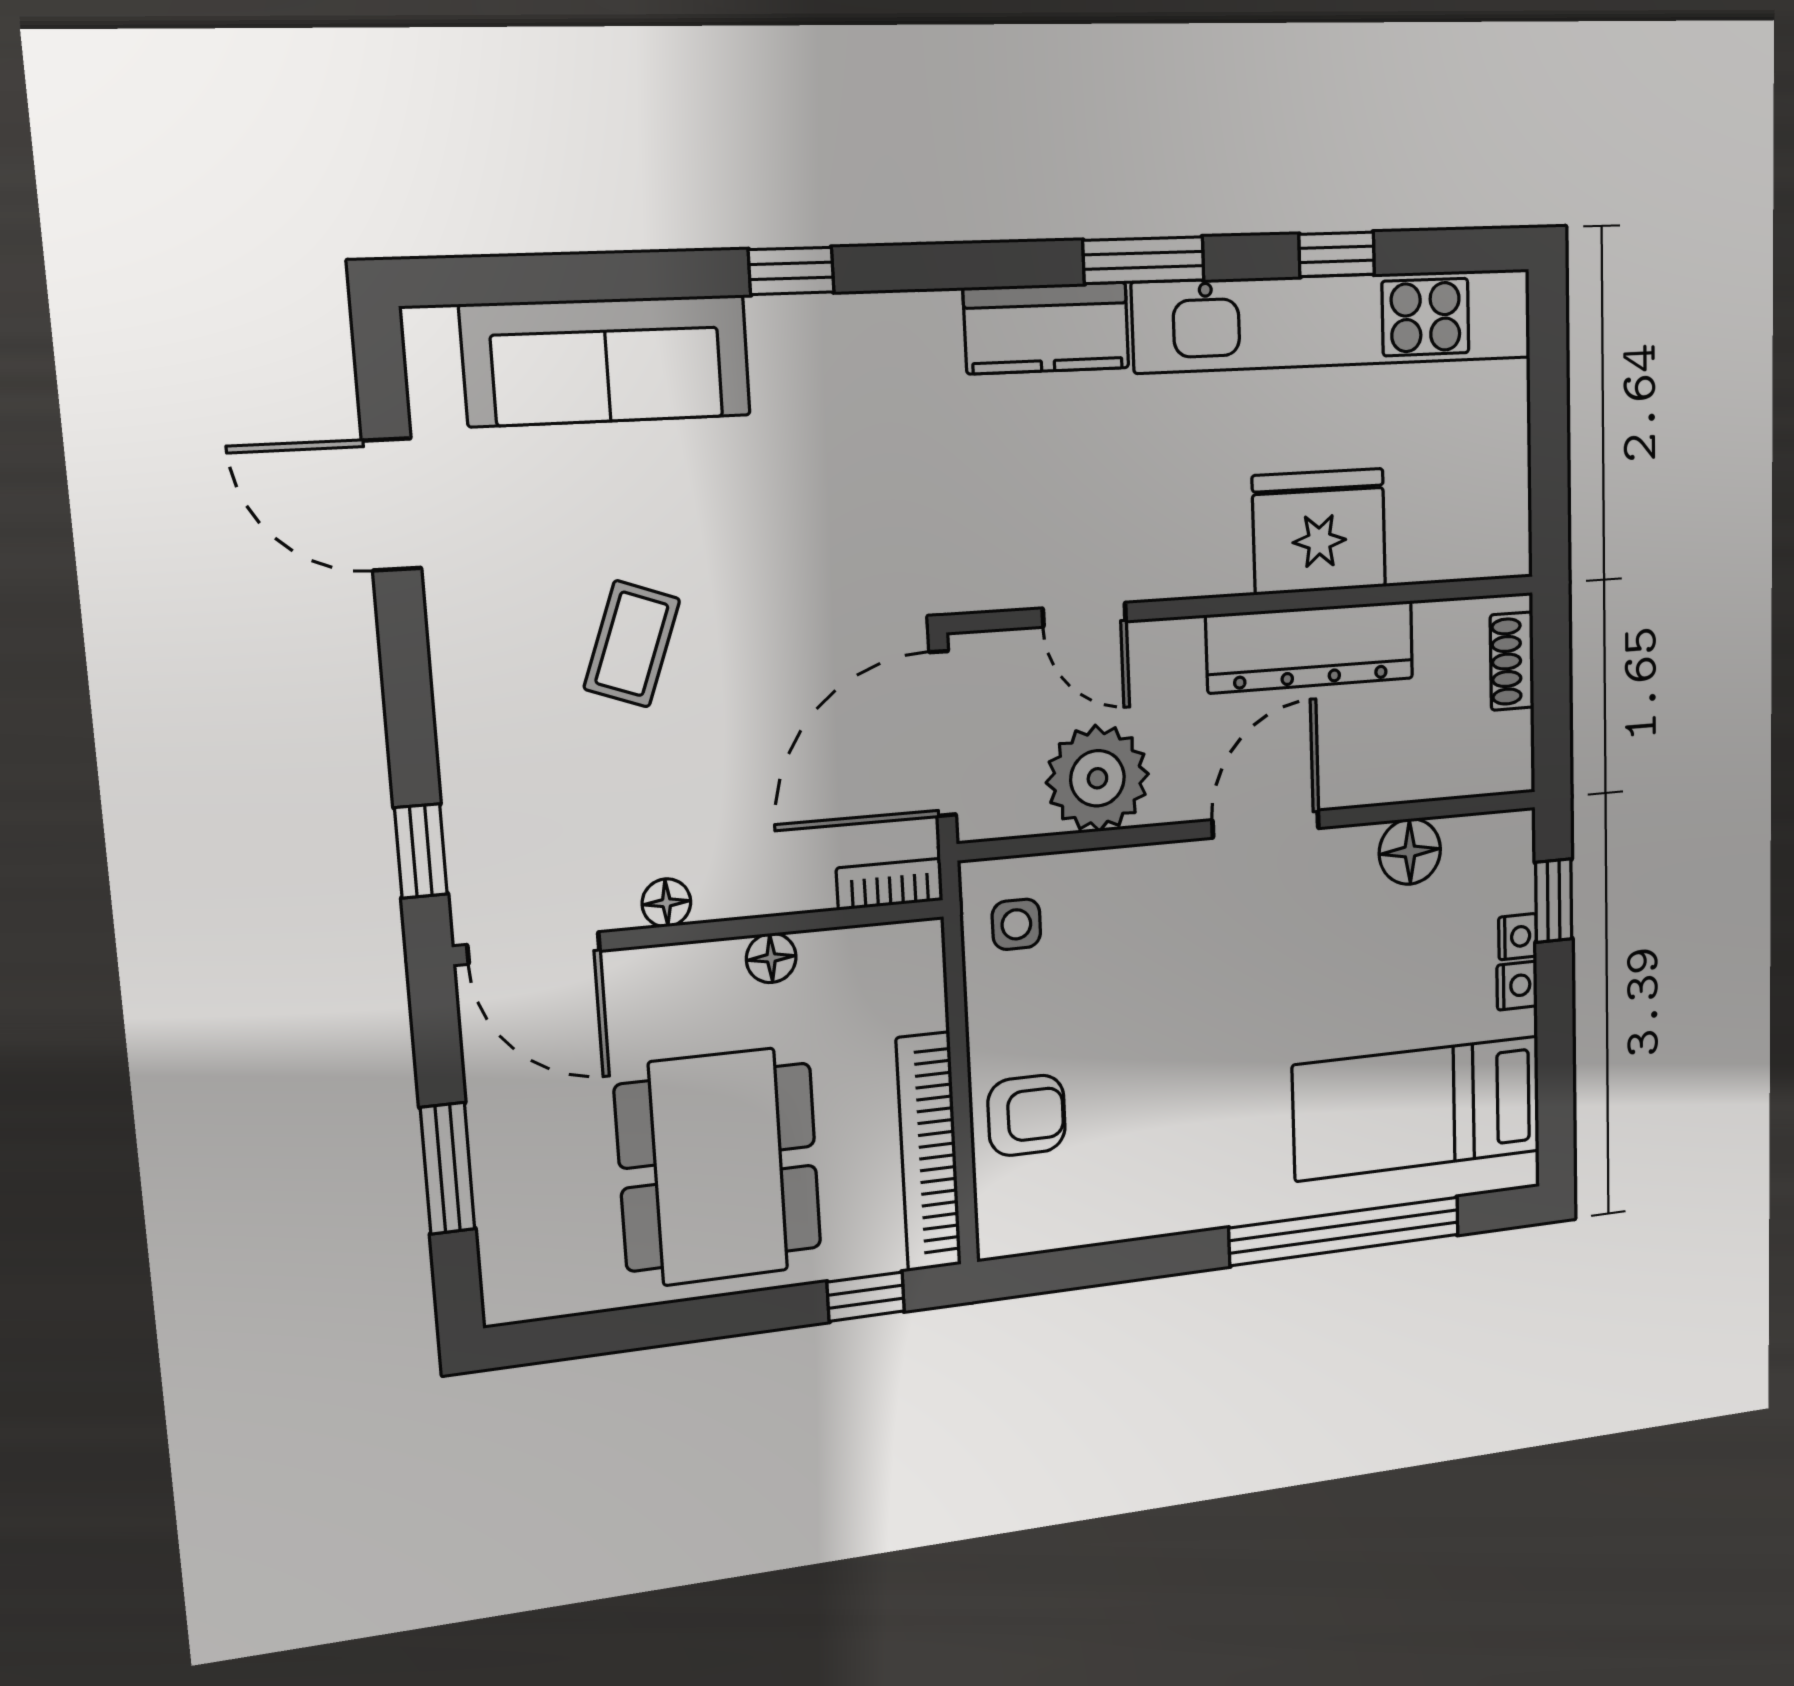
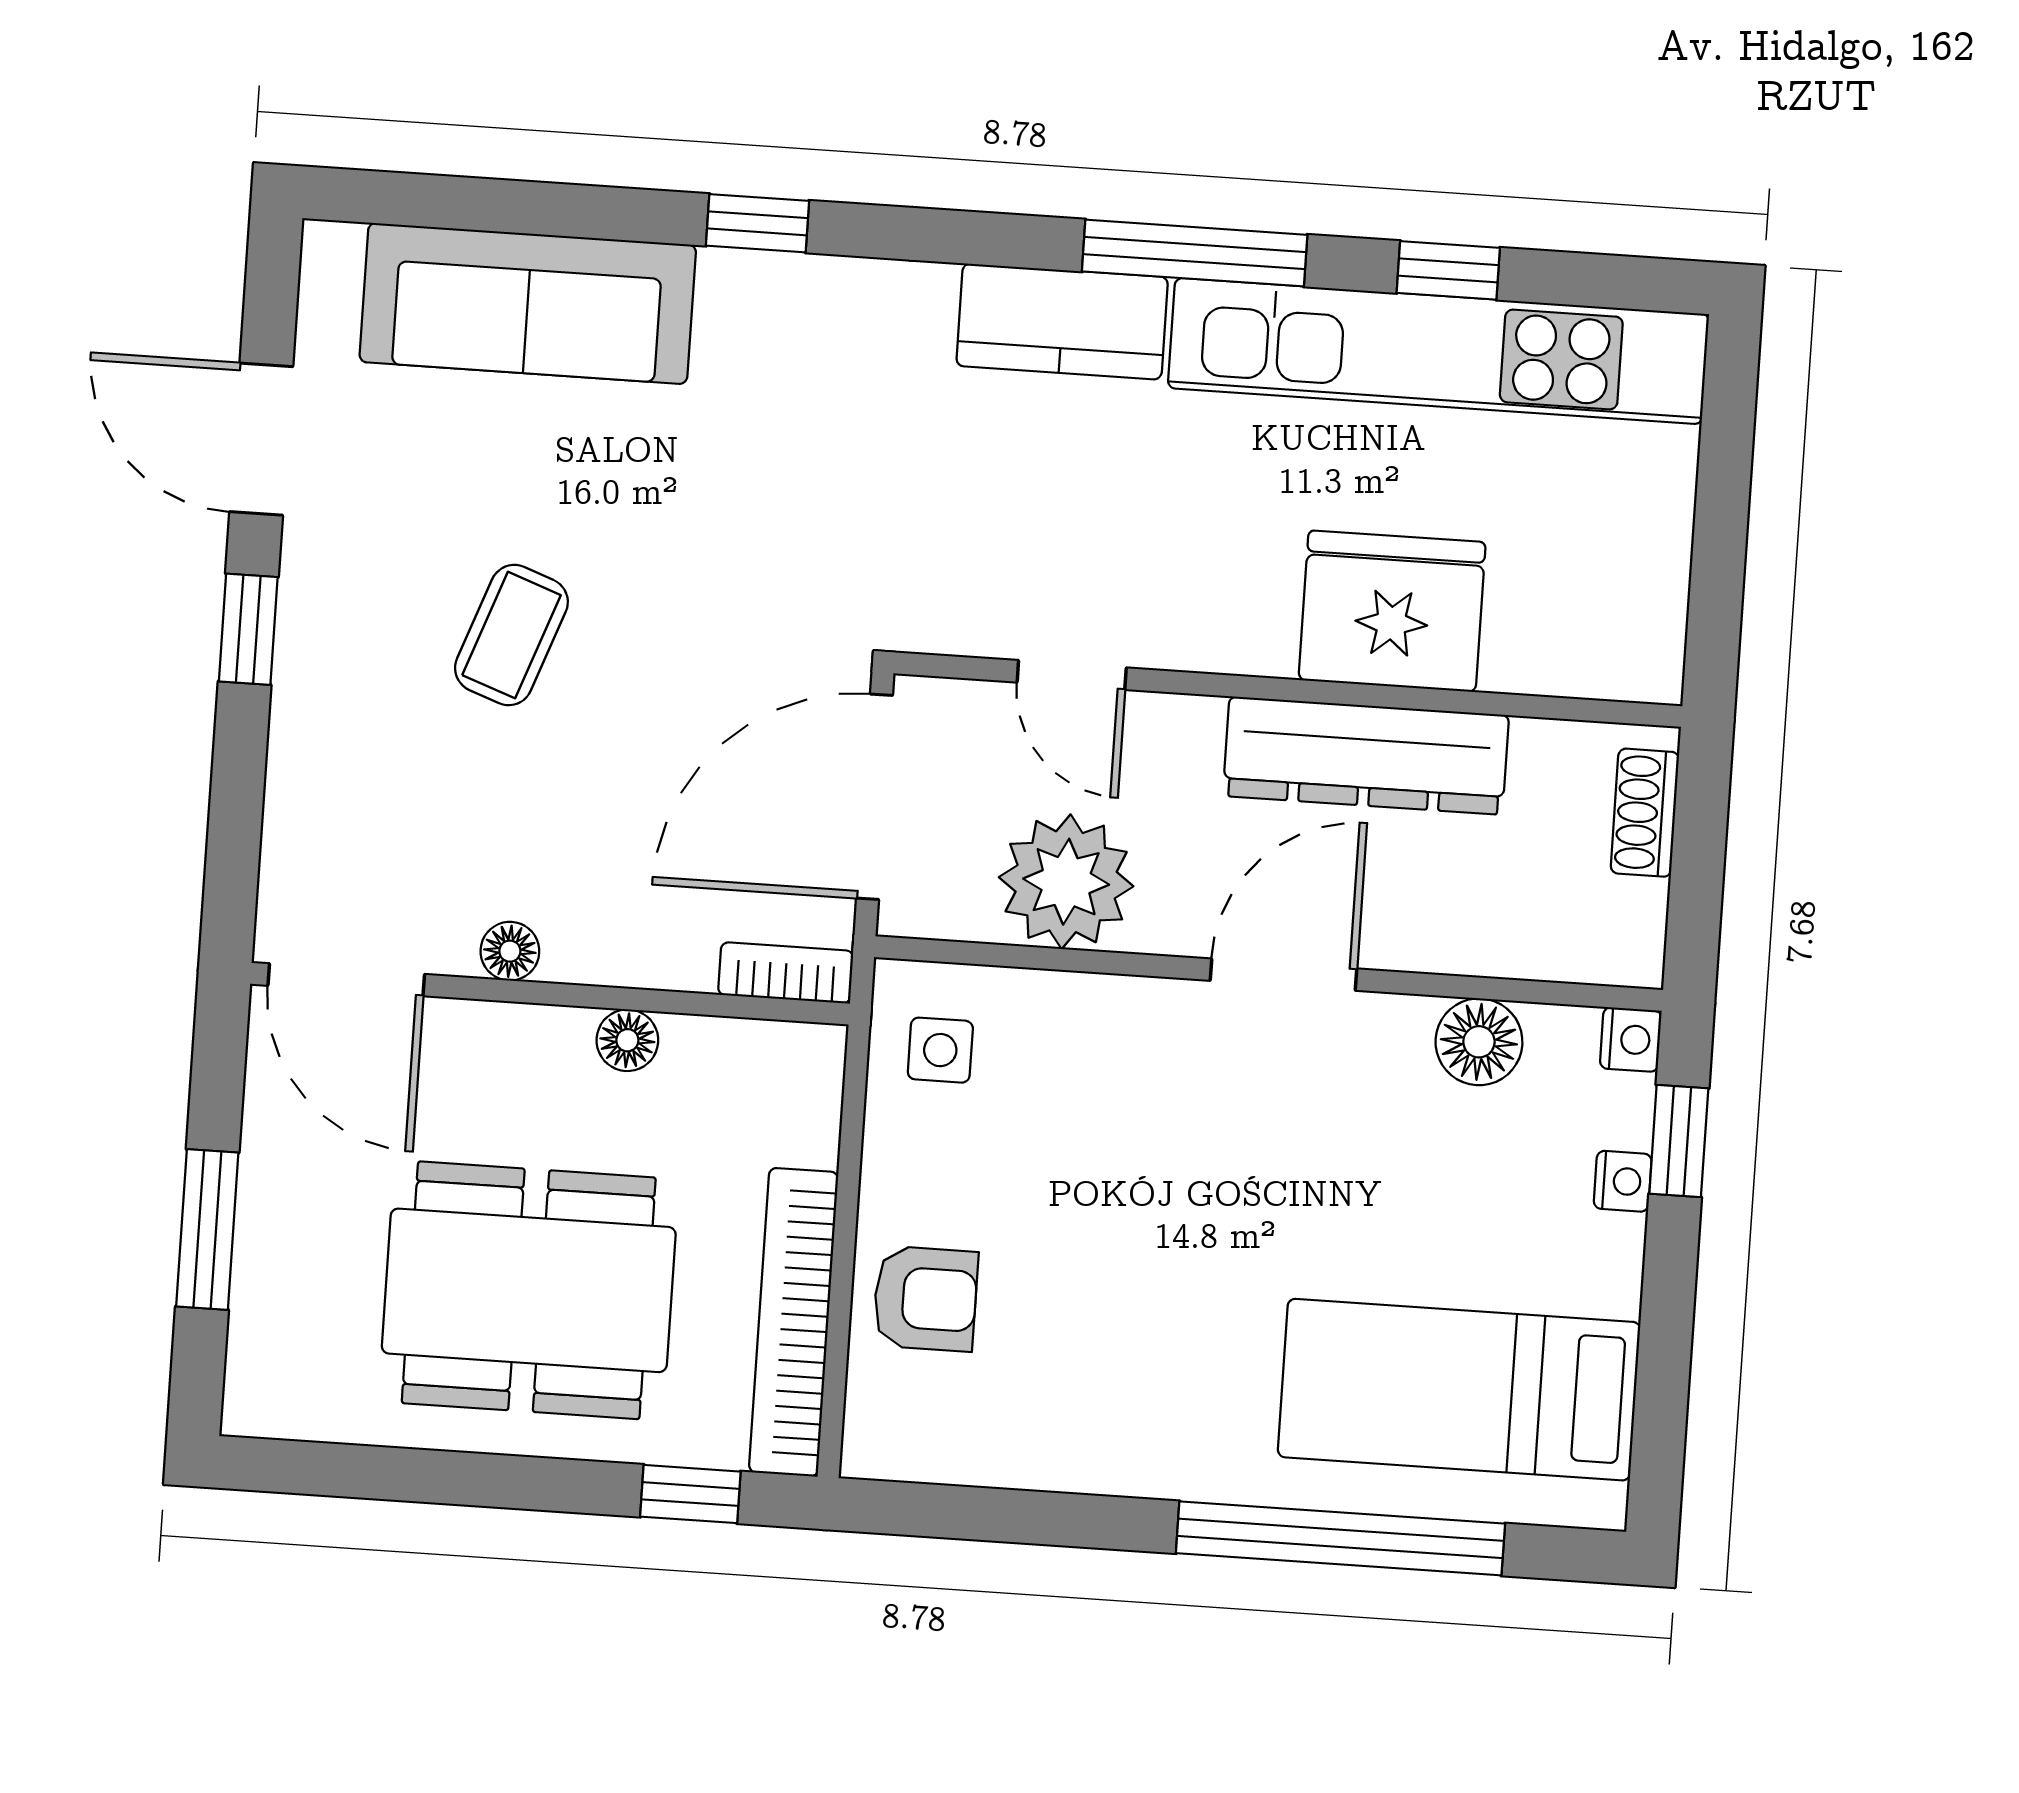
window: (1144, 260) -> (1195, 253), width x1.44
window: (421, 851) -> (248, 629), moved
nightstand: (1517, 986) -> (1631, 1040), moved
dining table: (719, 1167) -> (529, 1290), turned 90

